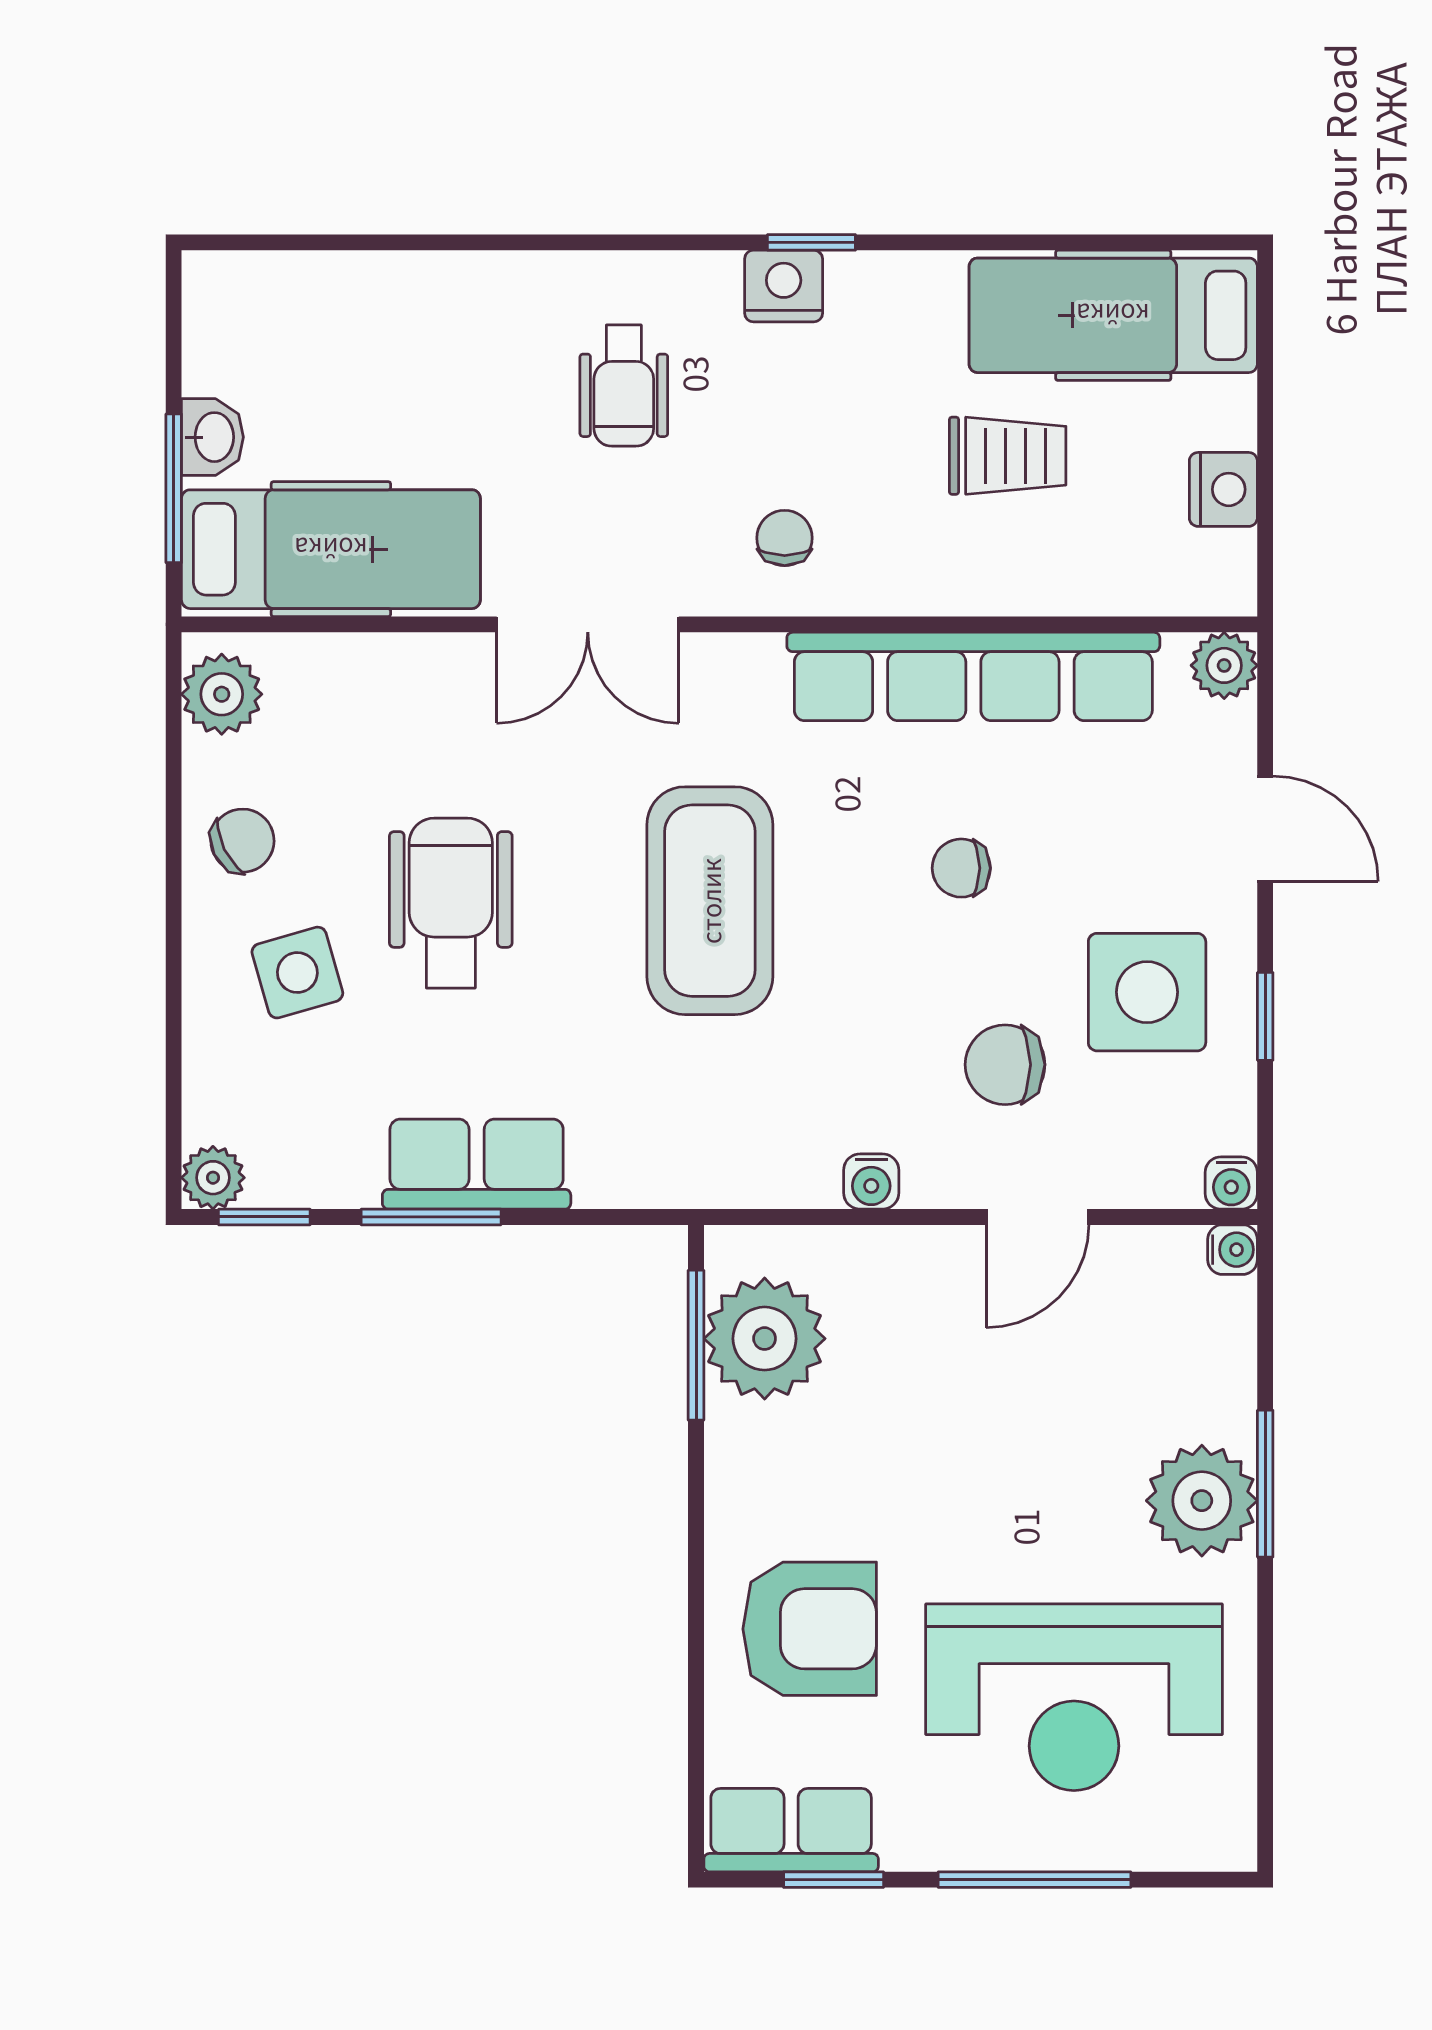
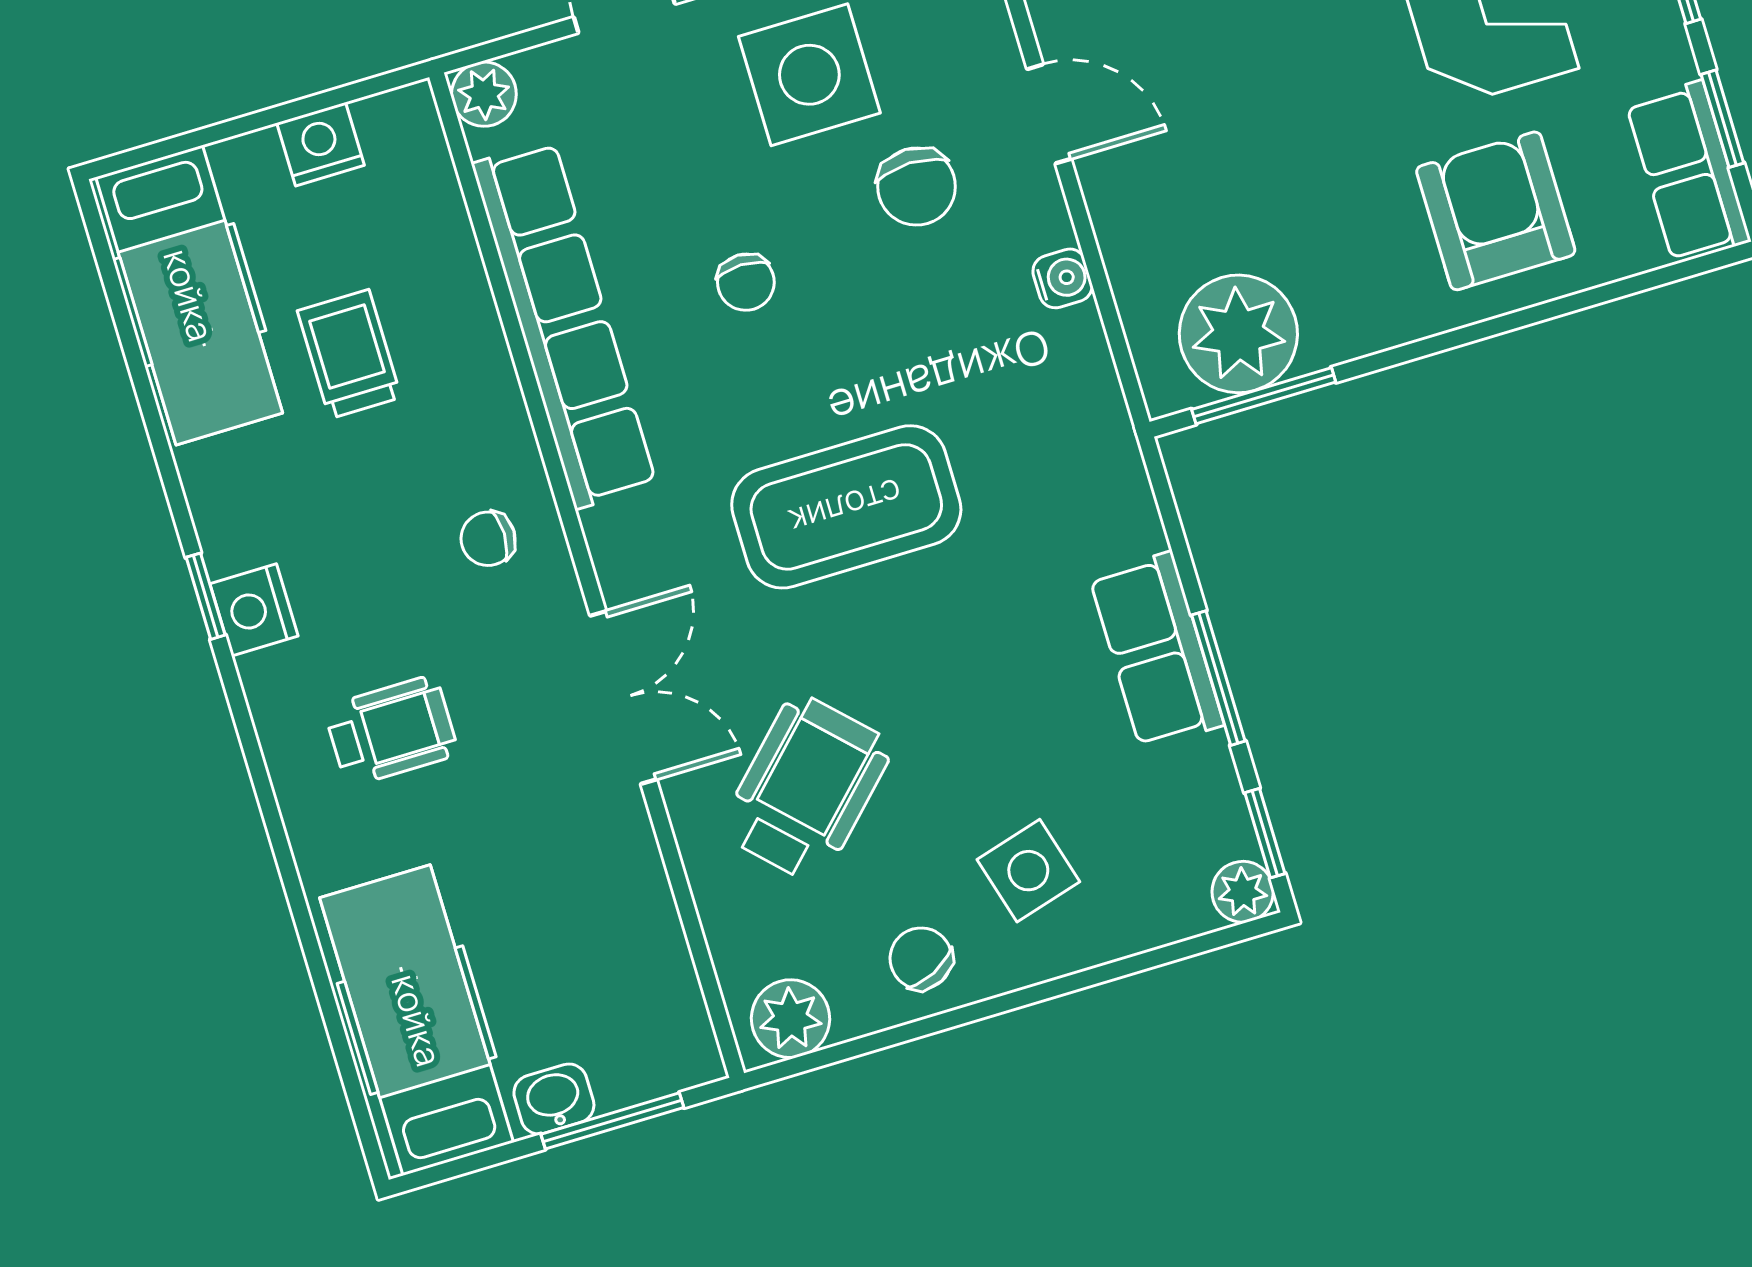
hospital bed: (331, 549) -> (417, 1020), moved
wheelchair: (451, 903) -> (806, 788), moved, turned 135

